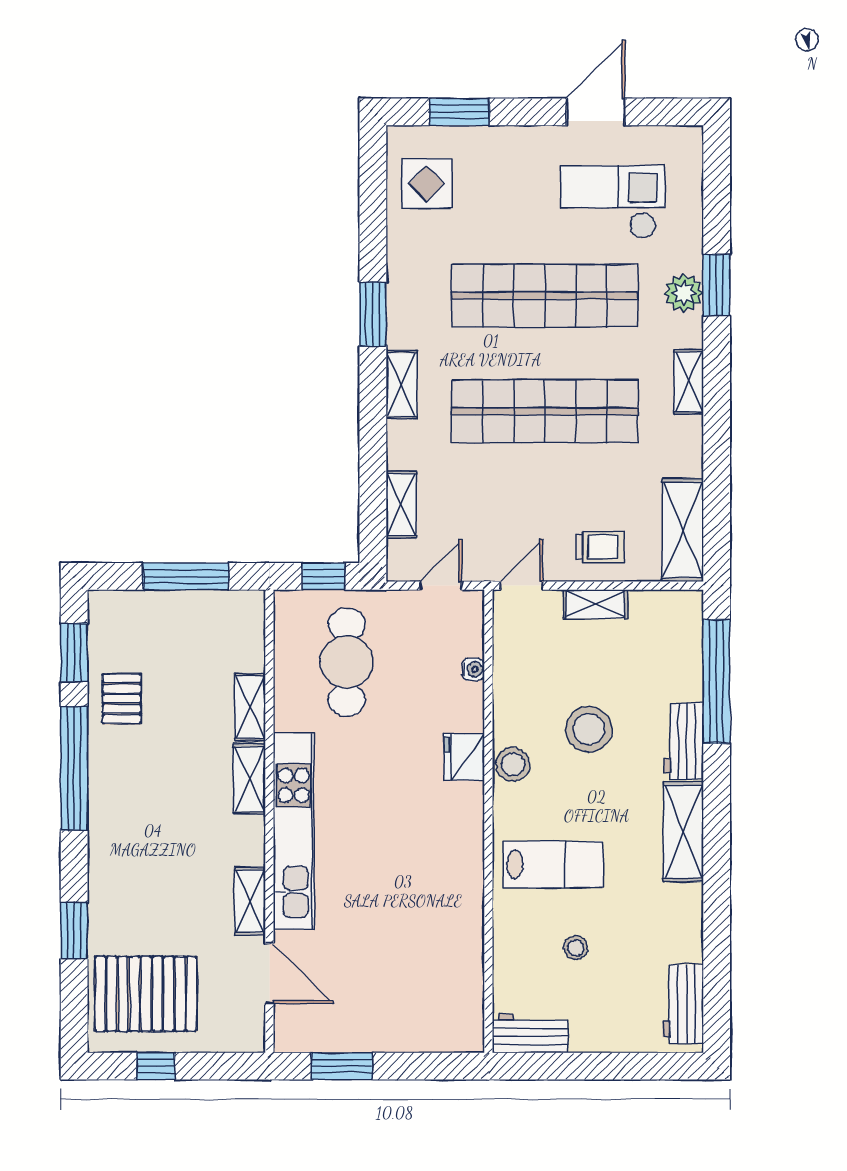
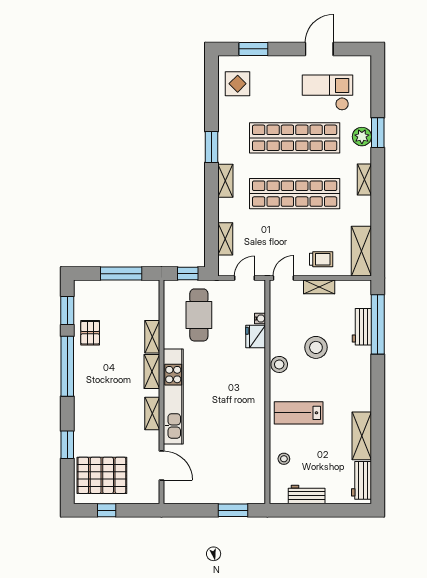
workbench: (684, 741) -> (362, 327), moved
fridge: (464, 757) -> (256, 337), moved
shelving: (683, 832) -> (362, 436), moved
lab bench: (553, 864) -> (299, 413), turned 180
shelving: (250, 901) -> (152, 414), moved
stool: (576, 948) -> (284, 459), moved
workbench: (530, 1033) -> (307, 494), moved
window: (342, 1066) -> (233, 510), moved

